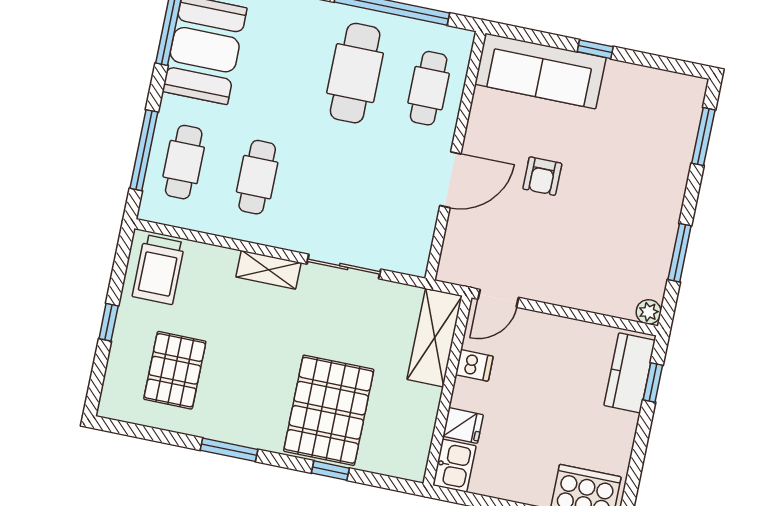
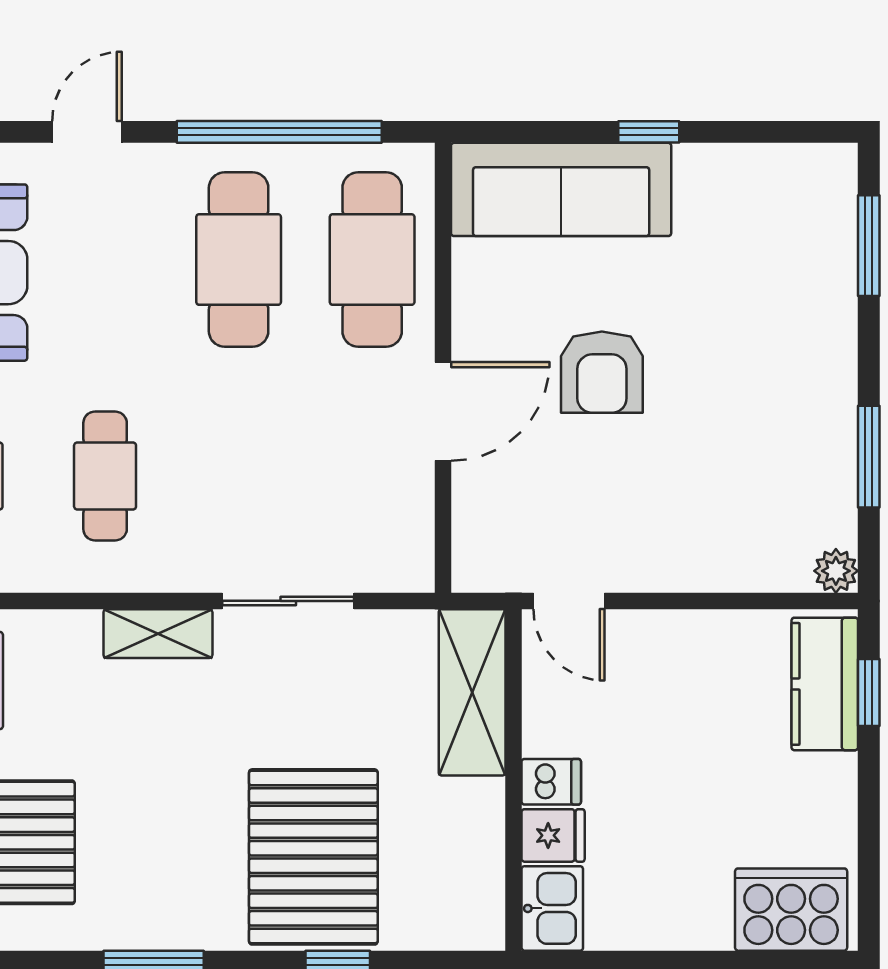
cafe table: (429, 88) -> (372, 260), width x1.37, depth x1.35
armchair: (542, 176) -> (602, 372), width x1.38, depth x1.38
door: (498, 298) -> (569, 601), hinge flipped
dishwasher: (474, 365) -> (551, 782), moved

